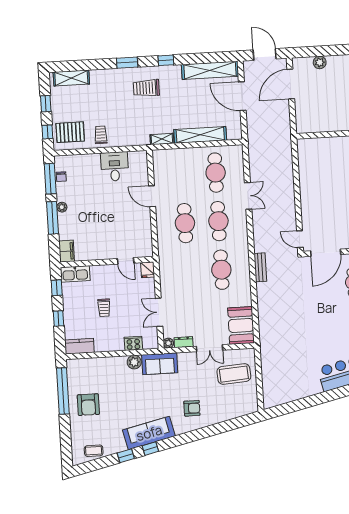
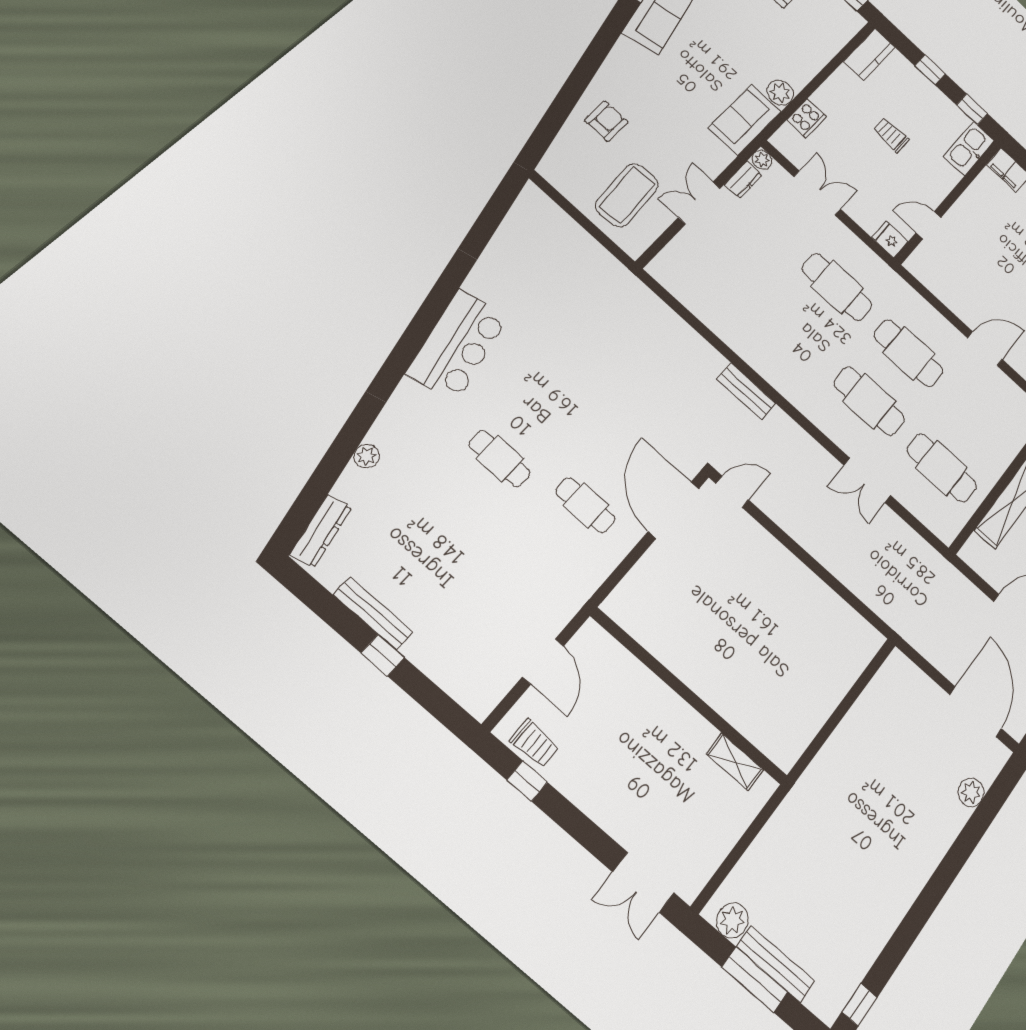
cafe table: (221, 270) -> (837, 287), moved
booth: (241, 325) -> (688, 277), removed
armchair: (192, 408) -> (606, 121), moved, turned 180

